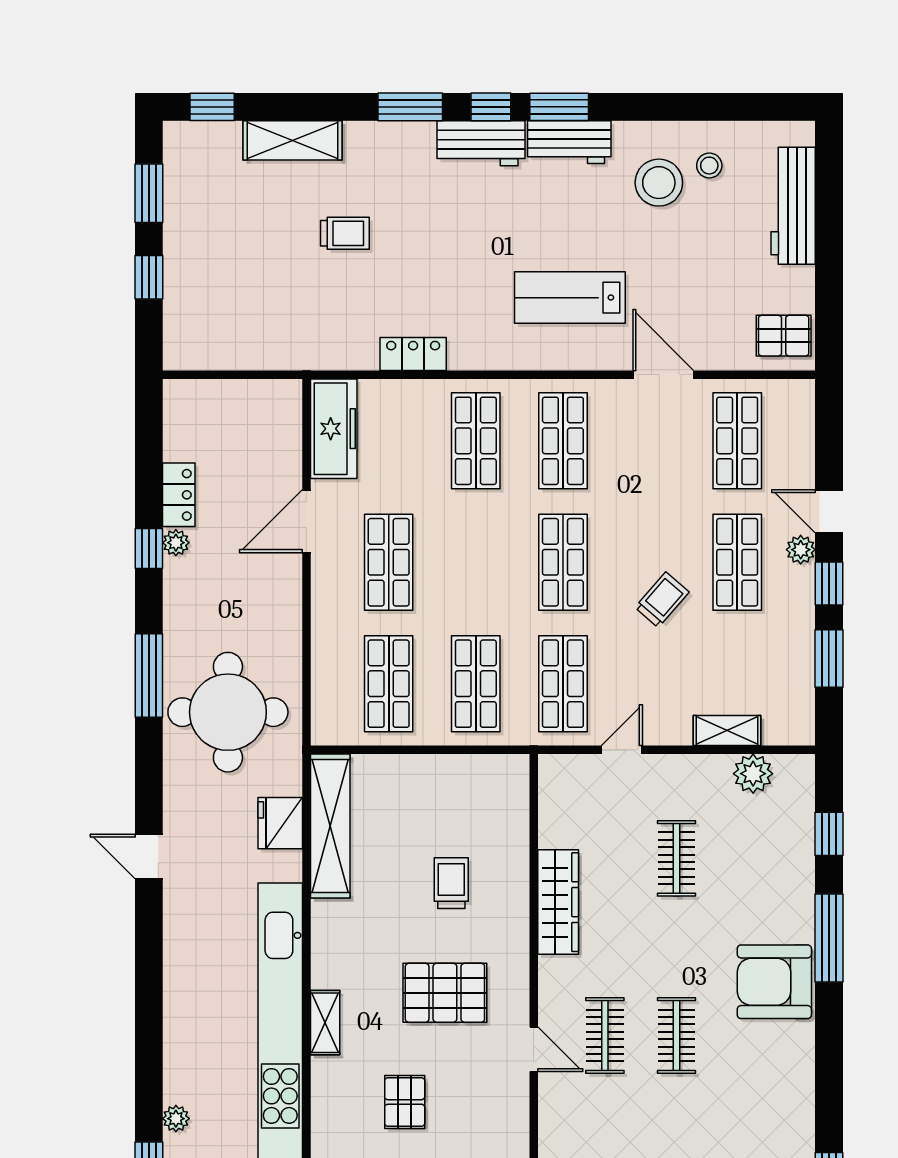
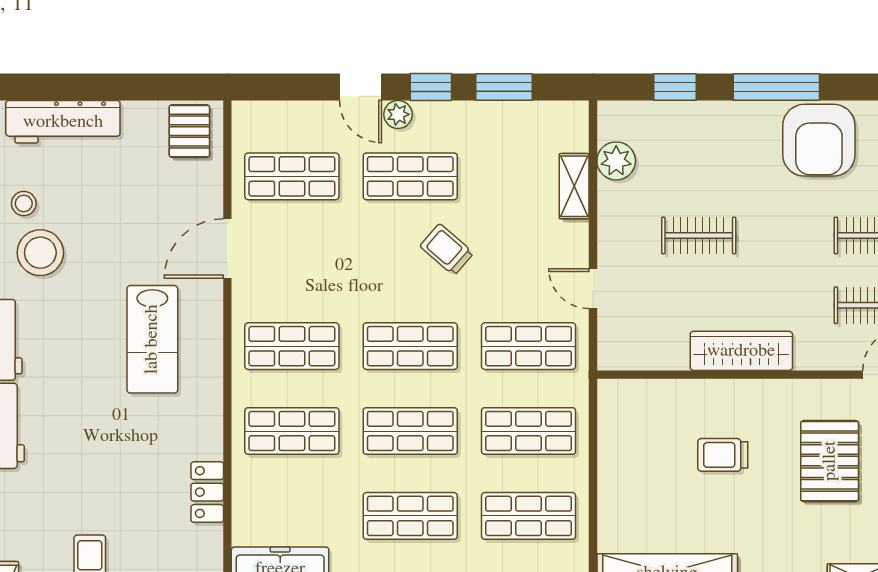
door: (829, 511) -> (361, 87), hinge flipped
shop shelf: (476, 562) -> (410, 431), added

